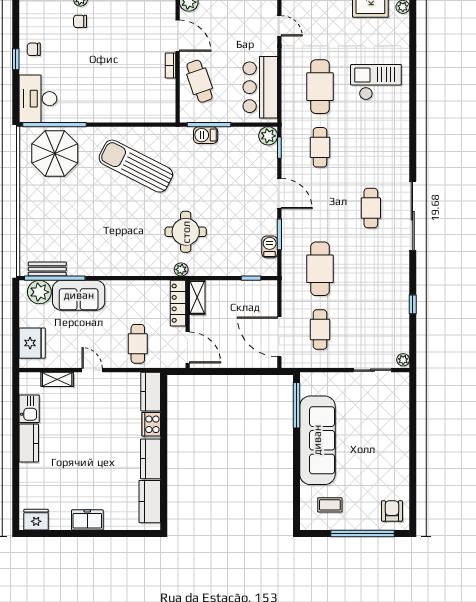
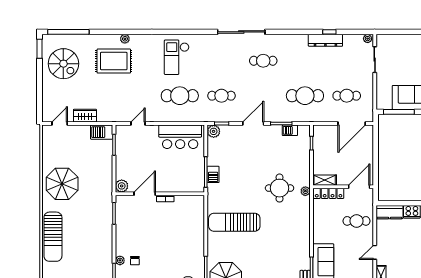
cafe table: (200, 81) -> (176, 179), removed
sun lounger: (136, 166) -> (234, 222), turned 63
sliding door: (413, 216) -> (241, 32), moved
dresser: (401, 299) -> (325, 40), added

